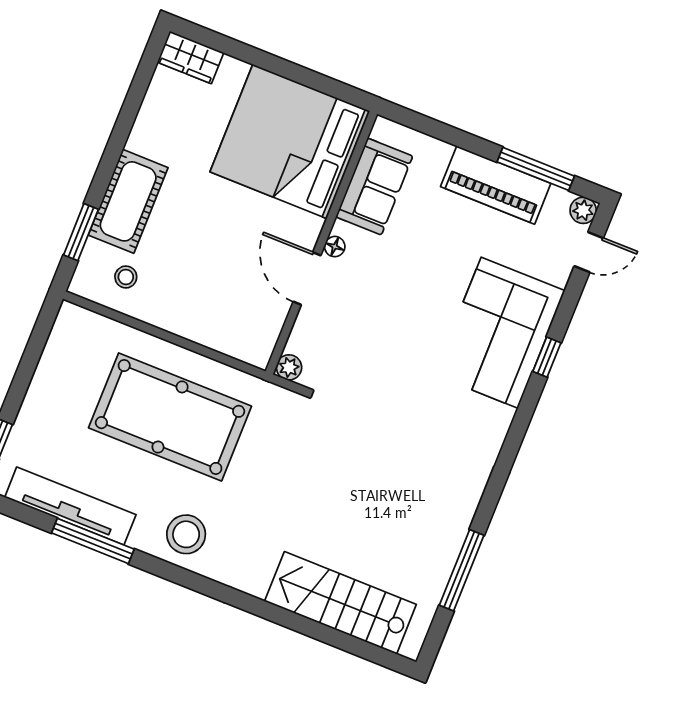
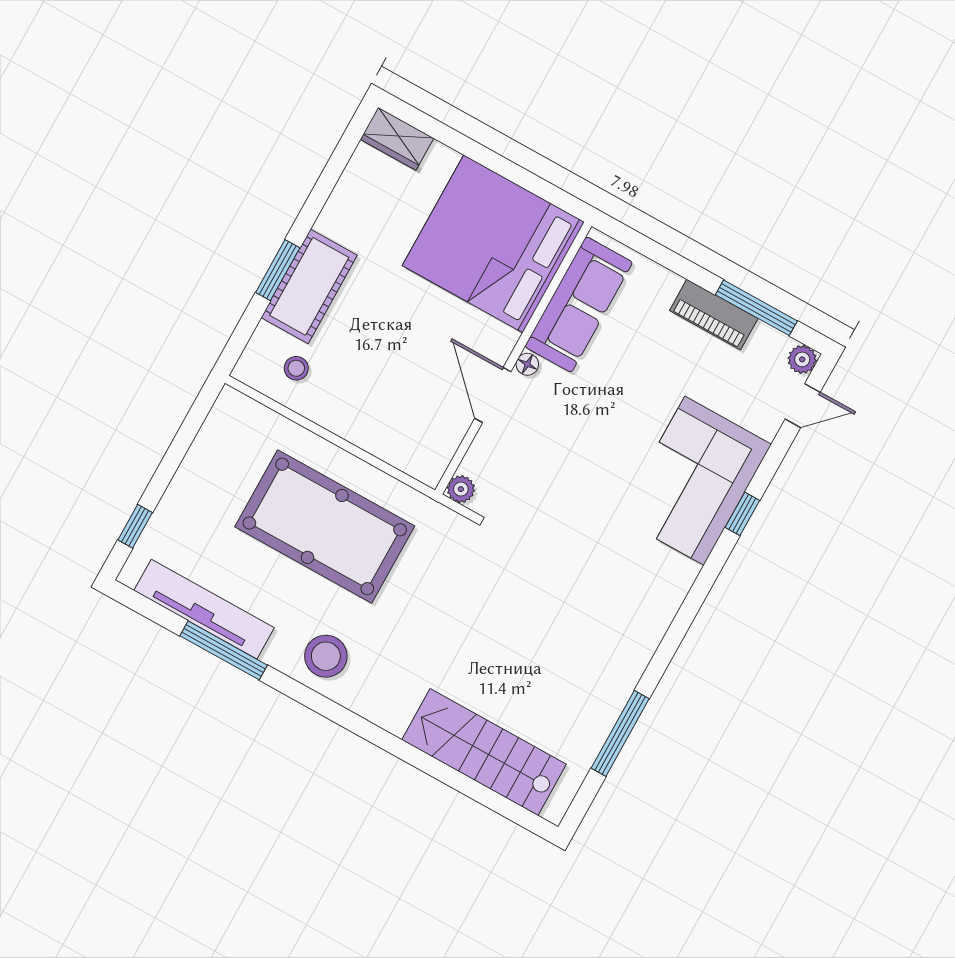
piano: (496, 185) -> (714, 315), width x0.73, depth x0.75
sofa: (374, 186) -> (579, 304), width x1.36
window: (81, 232) -> (278, 270), moved

